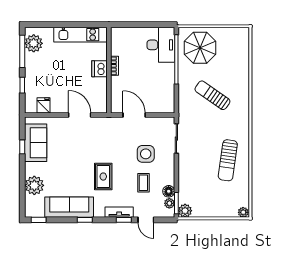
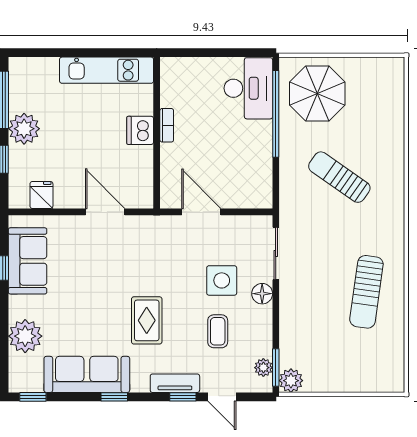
plant: (34, 43) -> (24, 129), moved
floor lamp: (169, 191) -> (262, 294), moved
plant: (243, 212) -> (394, 383), removed

